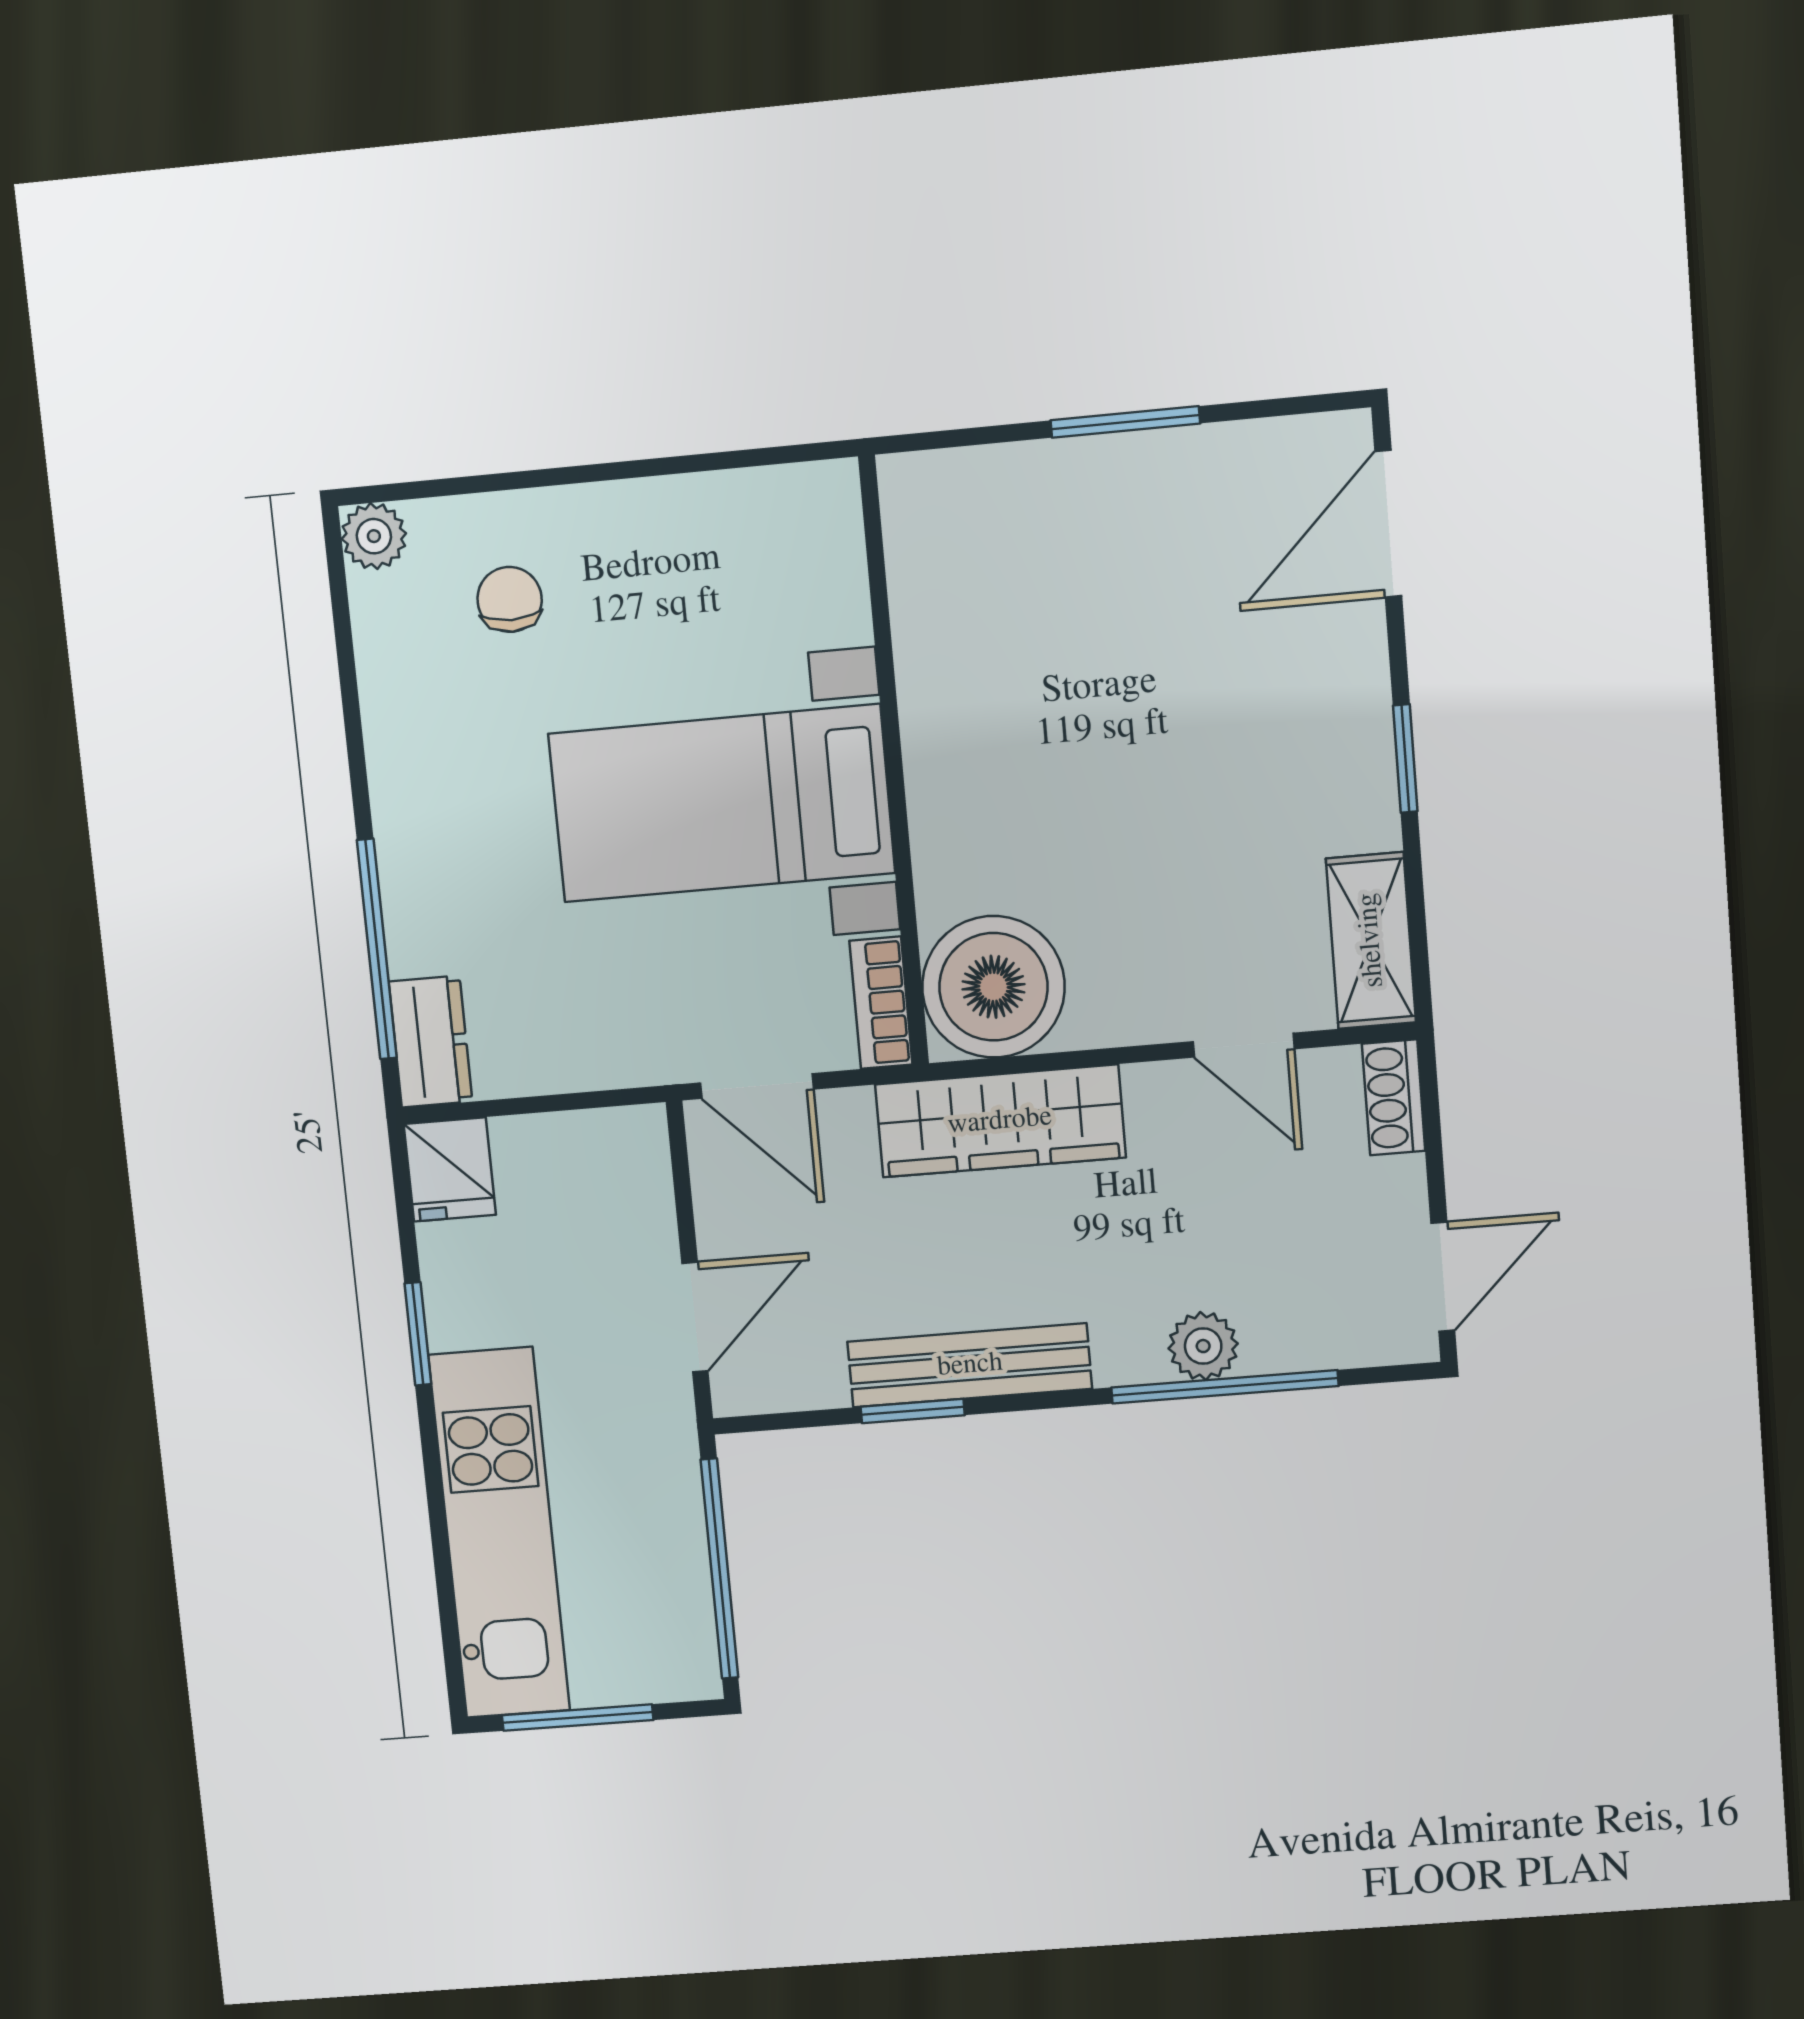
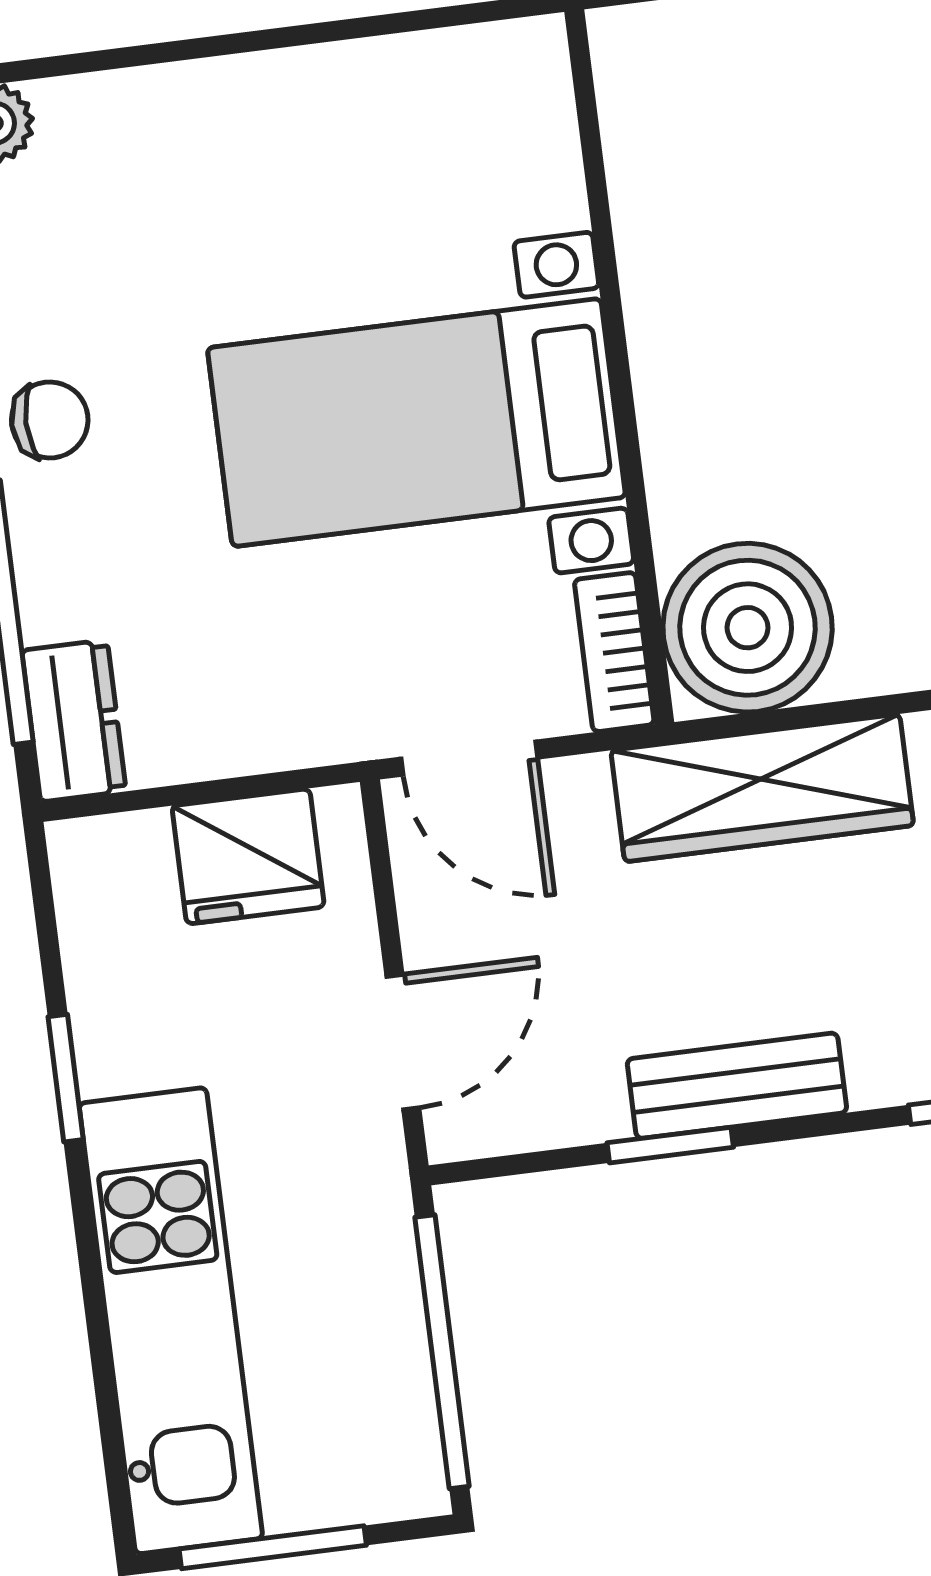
chair: (510, 599) -> (50, 420), moved, turned 90
fridge: (450, 1169) -> (248, 856), moved, width x1.38
bench: (970, 1365) -> (737, 1086), width x0.73

